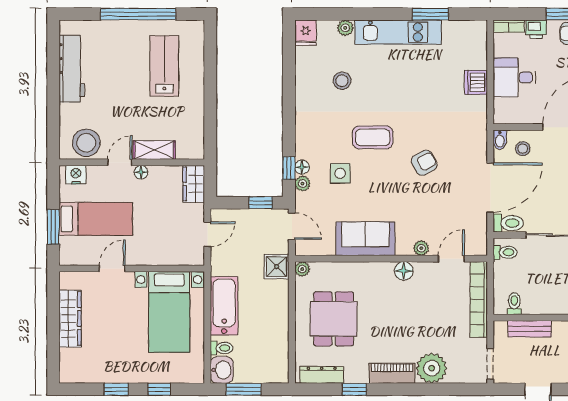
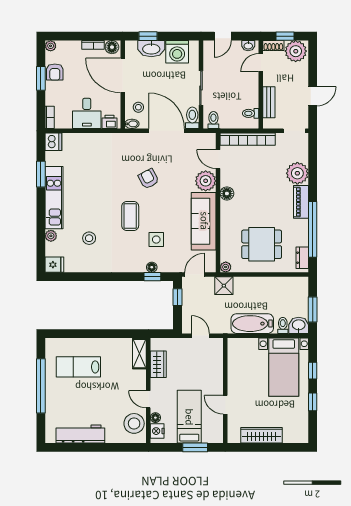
printer: (536, 29) -> (109, 122), moved, turned -90
dishwasher: (476, 82) -> (53, 142), moved, turned -90
shelving: (154, 150) -> (139, 354), moved
floor lamp: (141, 172) -> (155, 418), moved
wardrobe: (194, 184) -> (158, 364), moved, turned -90
plant: (302, 184) -> (164, 267), removed
sofa: (365, 239) -> (204, 221), width x1.36
plant: (421, 248) -> (206, 181), width x1.88, depth x1.88
bed with nightstands: (169, 312) -> (284, 367), moved, turned 90
dresser: (322, 375) -> (302, 258), width x0.70
window: (354, 389) -> (313, 229), width x3.17

